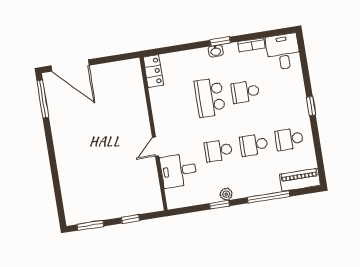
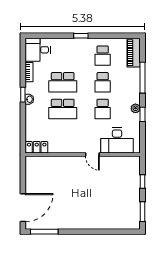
school desk: (245, 92) -> (63, 82), width x1.85
desk: (179, 171) -> (117, 140), width x1.37

